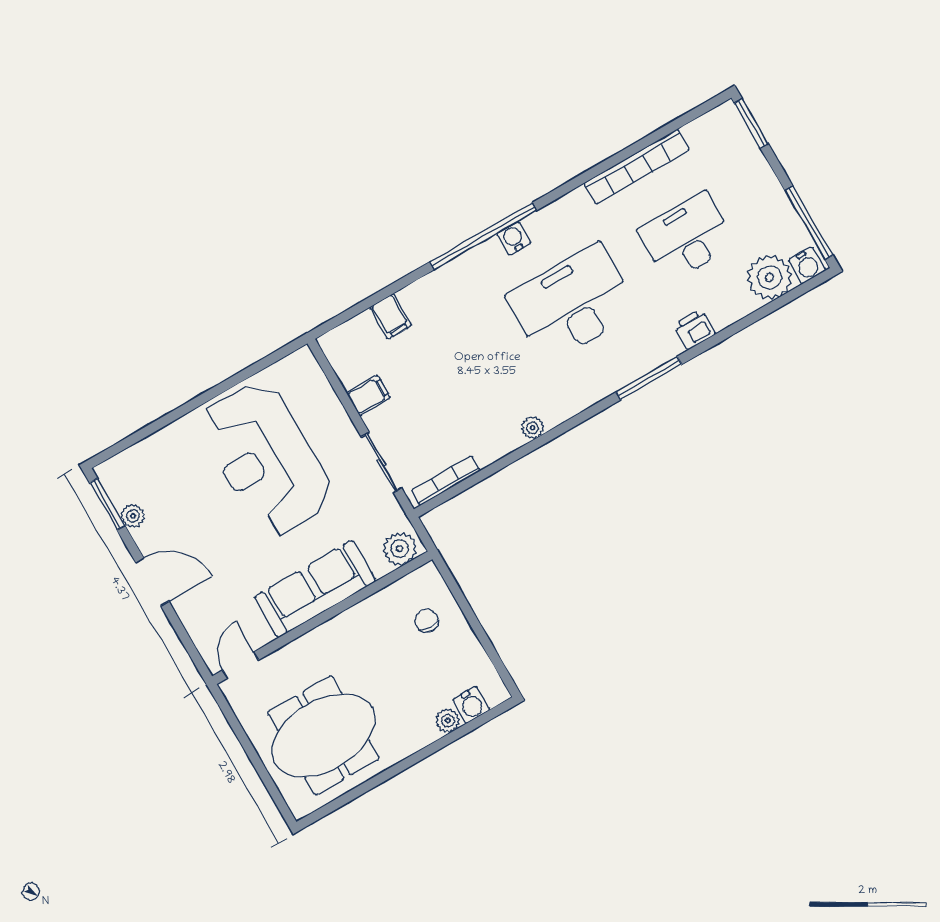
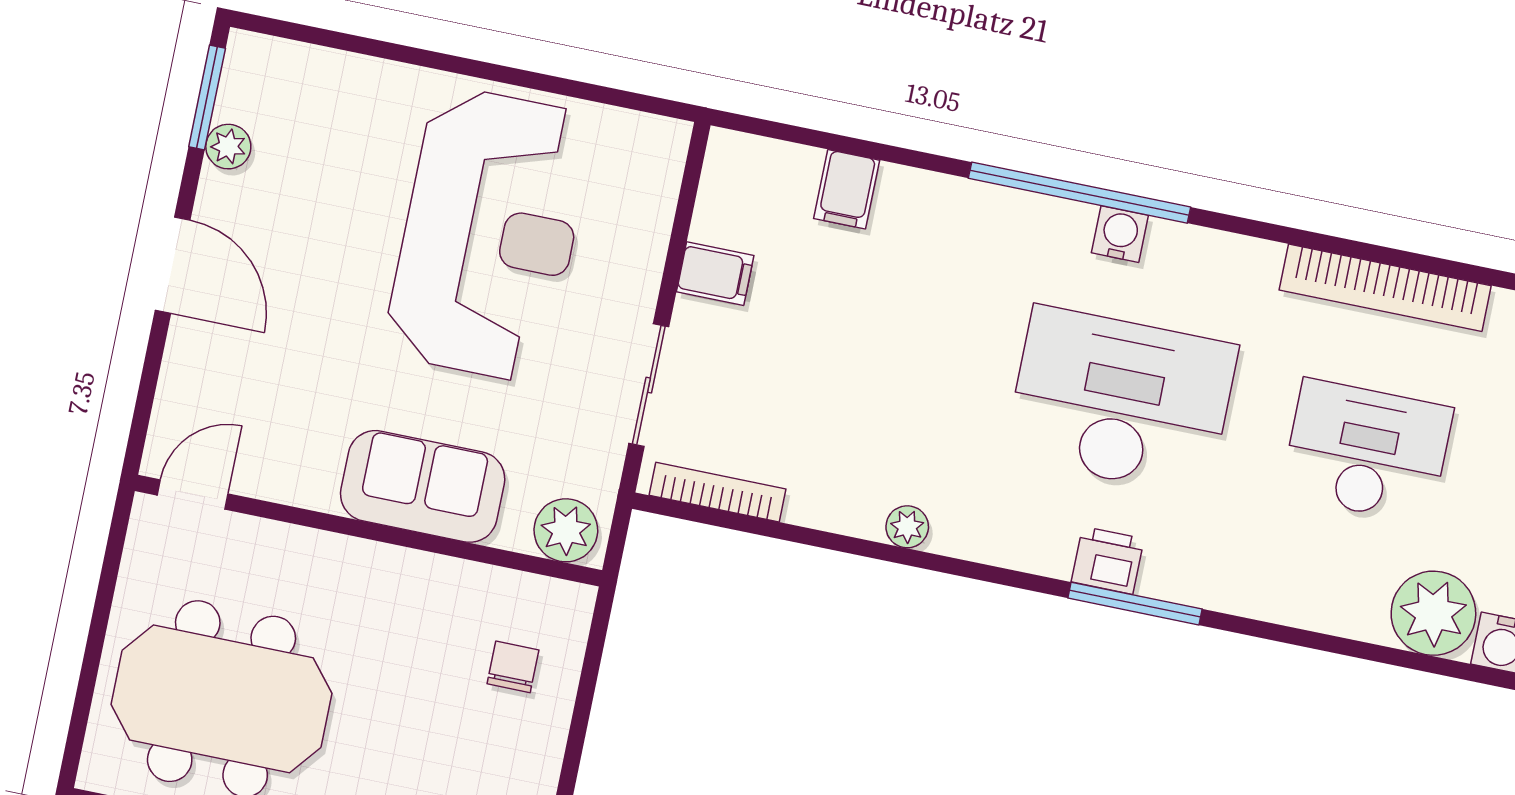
printer: (694, 329) -> (1108, 560), moved
reception desk: (266, 459) -> (489, 234), turned 180
sofa: (315, 589) -> (423, 486), width x0.73

